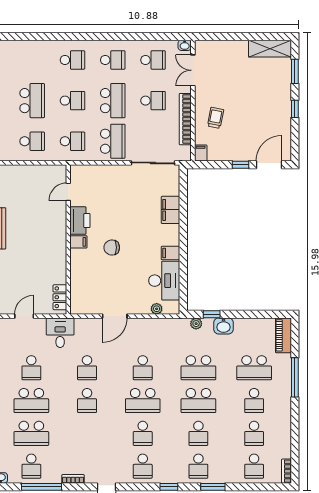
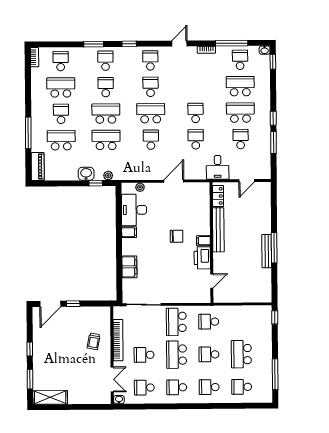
school desk: (32, 141) -> (242, 387), moved
filing cabinet: (201, 153) -> (105, 313), removed
bench: (60, 255) -> (218, 230), added
school desk: (254, 433) -> (61, 87), width x1.85

